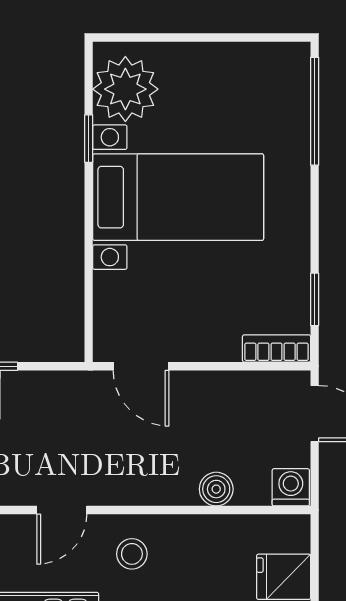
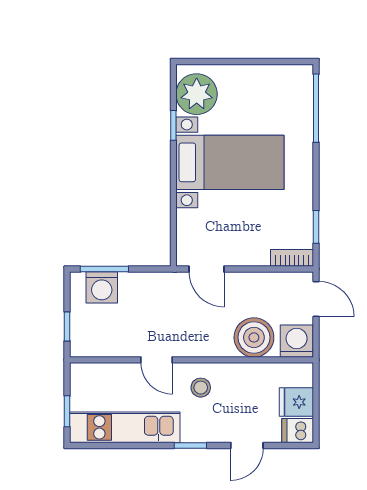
washing machine: (291, 487) -> (297, 341), width x1.38, depth x1.38
boiler: (216, 489) -> (254, 337), width x1.86, depth x1.86
door: (62, 510) -> (156, 360), hinge flipped

